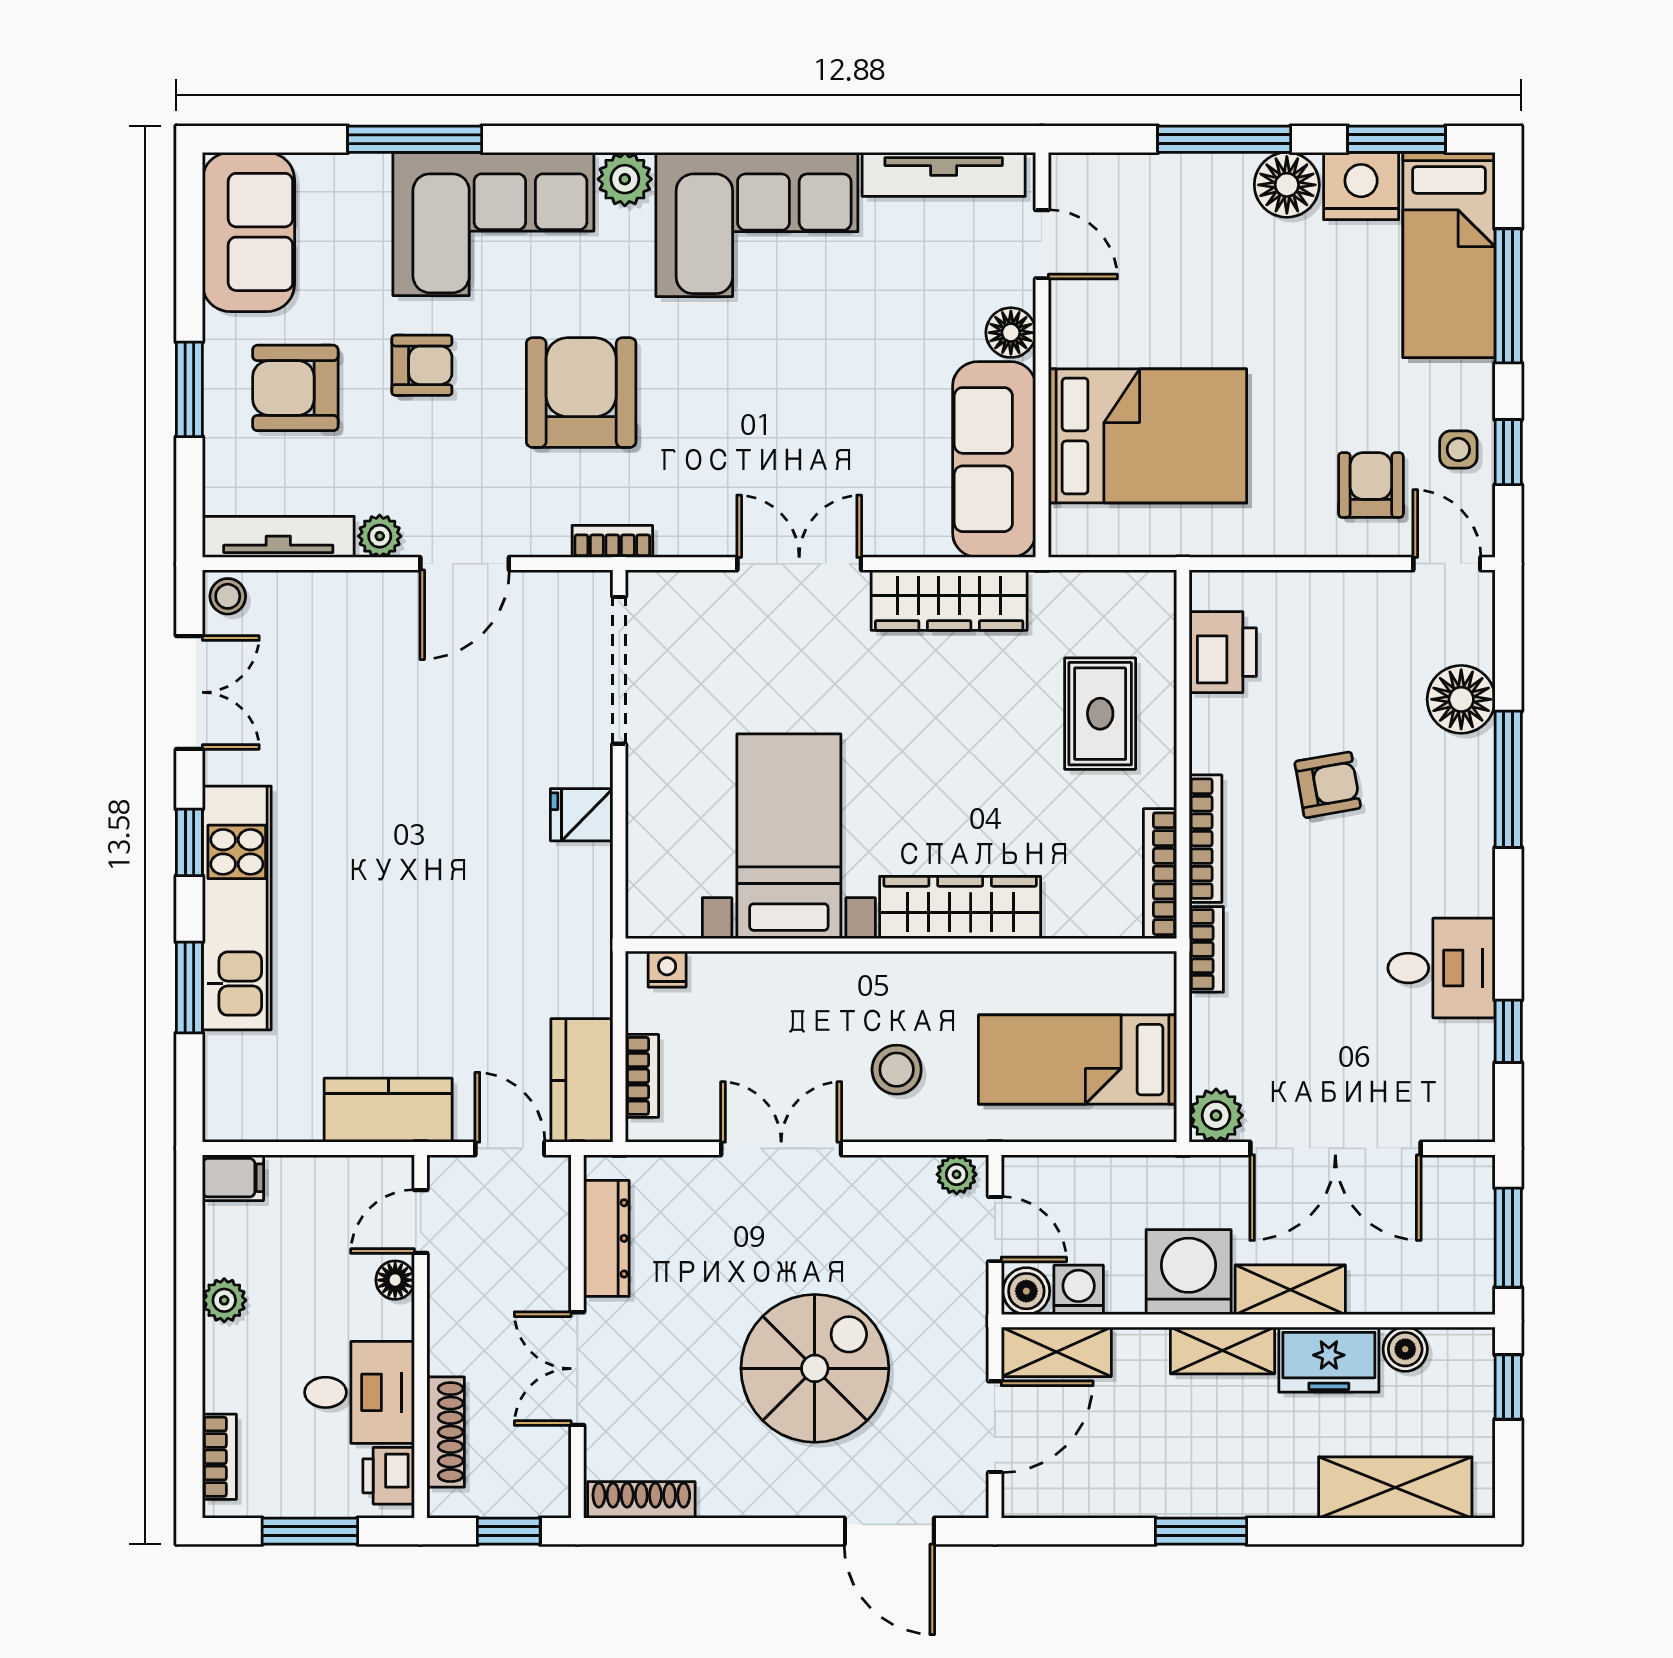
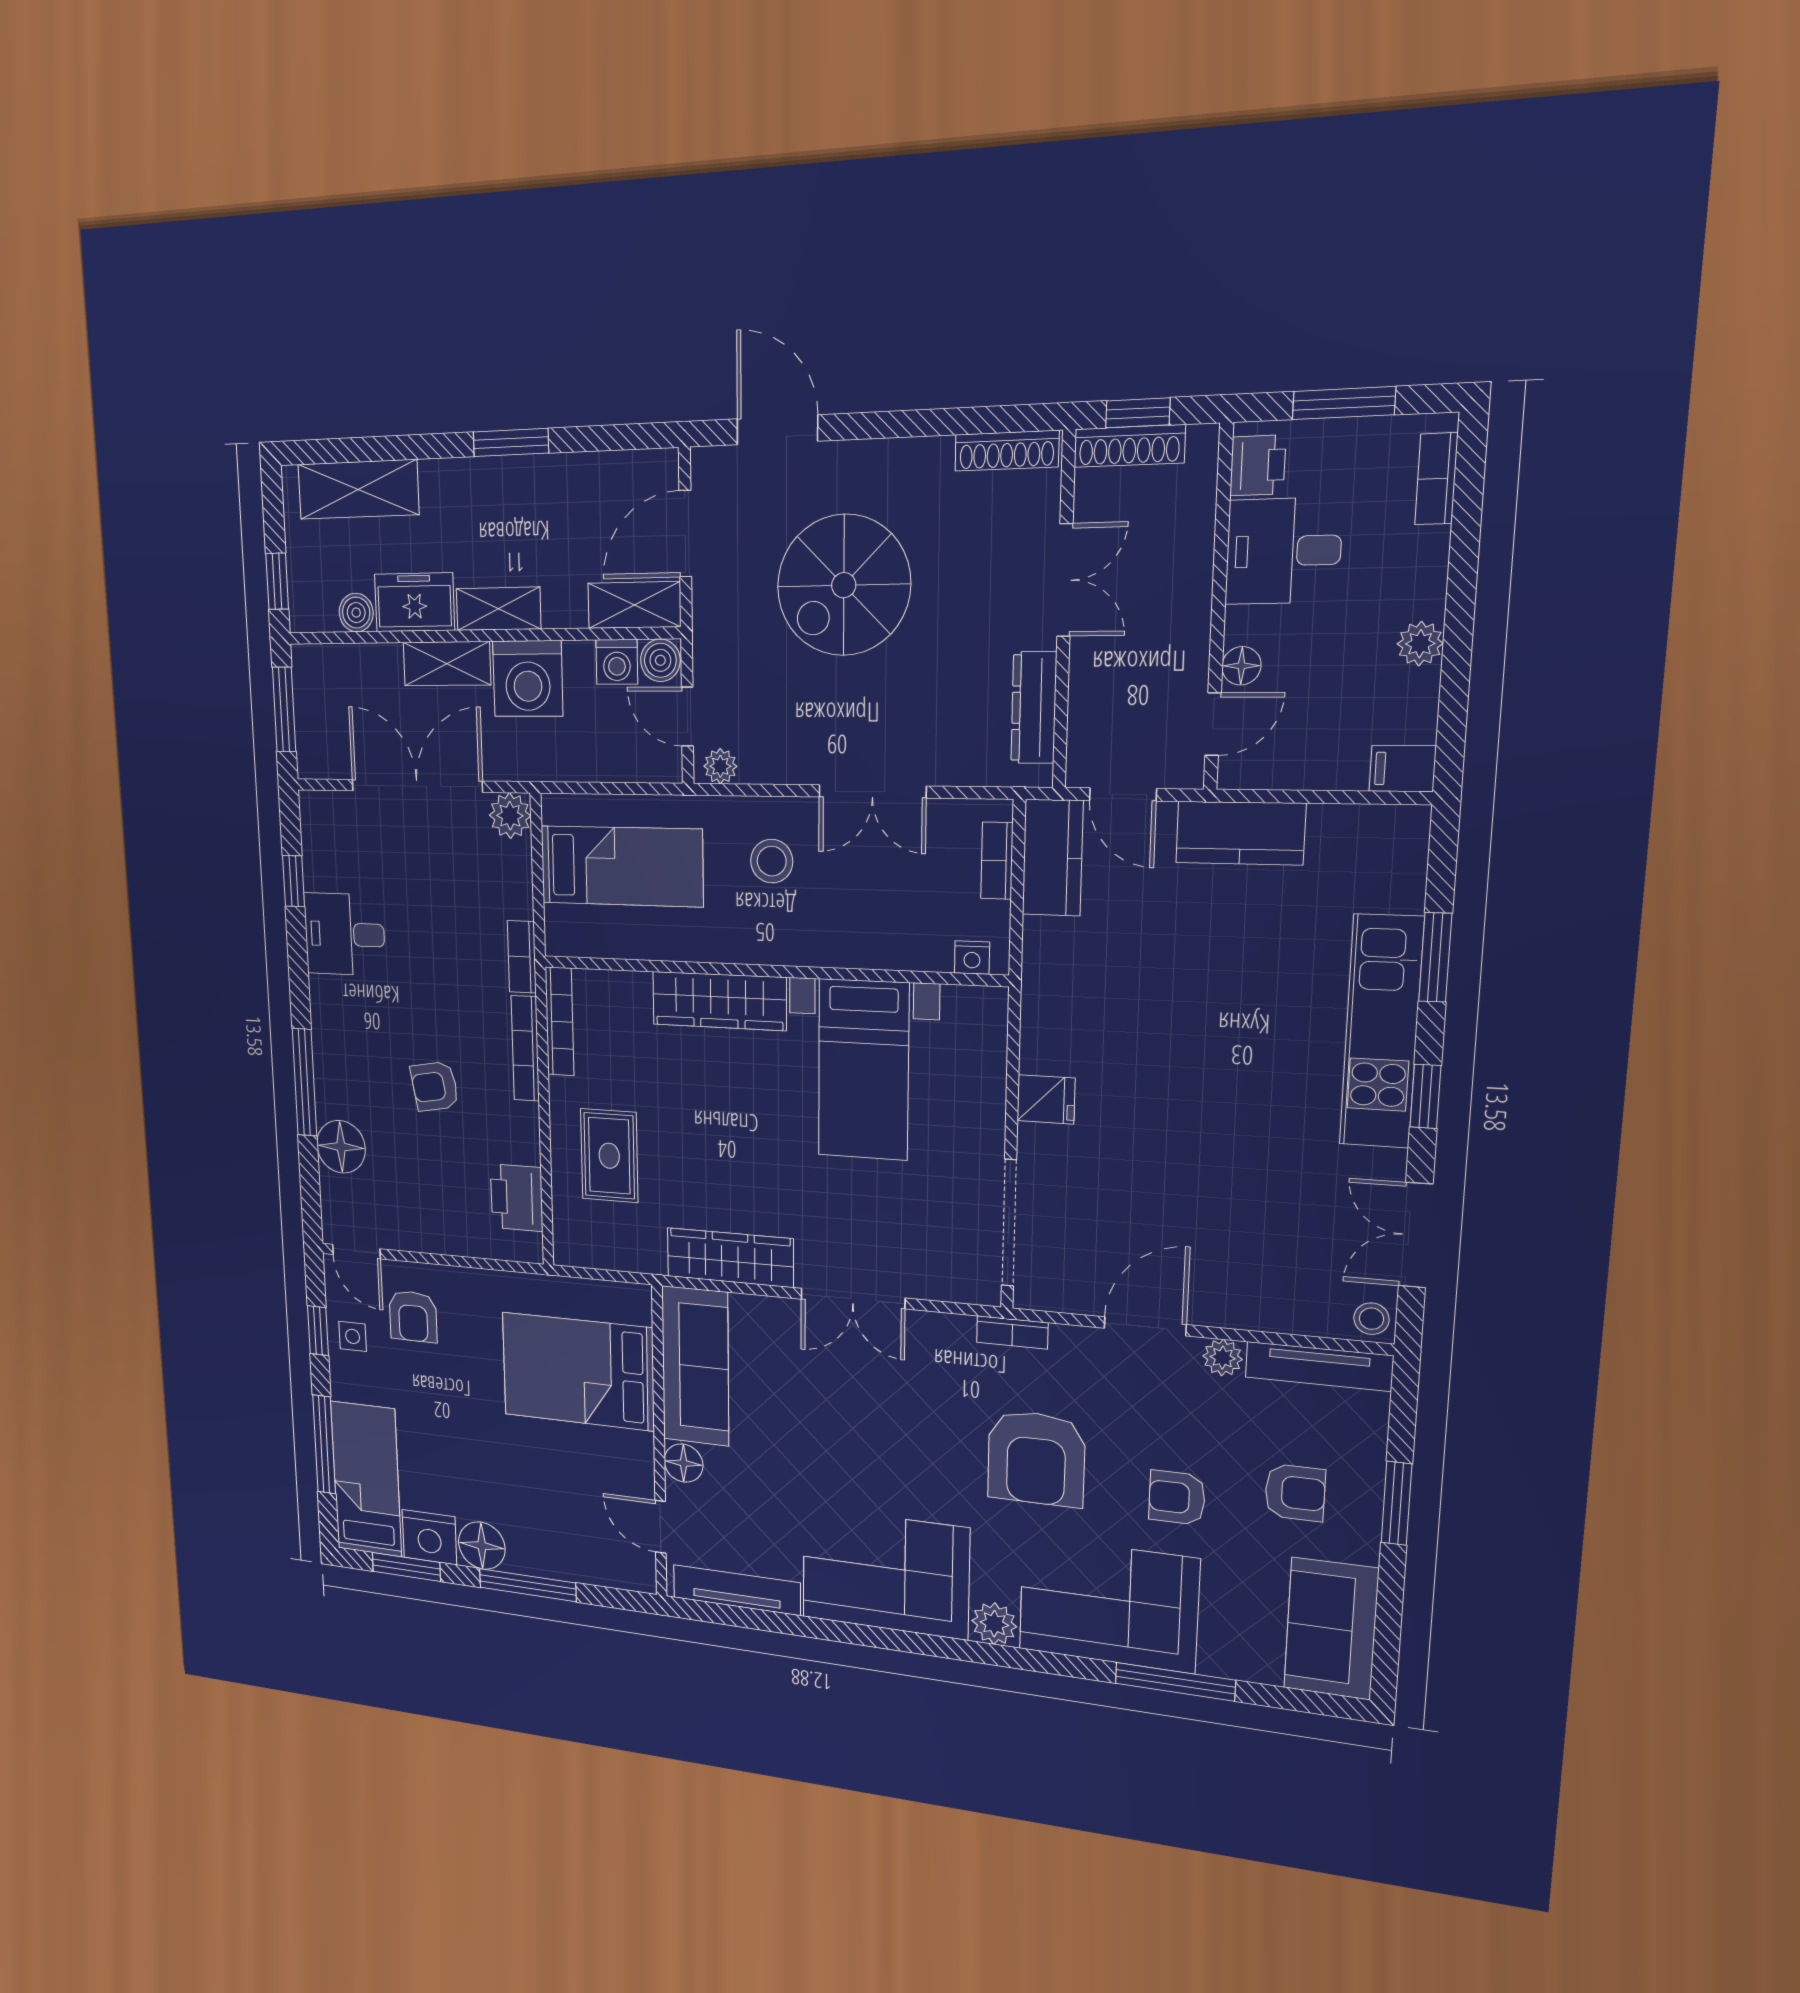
armchair: (295, 388) -> (1295, 1493), width x0.72, depth x0.72
shoe rack: (446, 1432) -> (1129, 446), moved, turned -90

